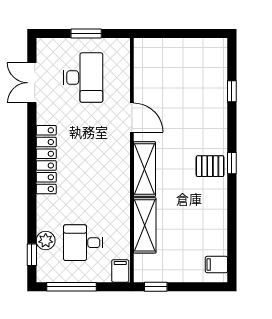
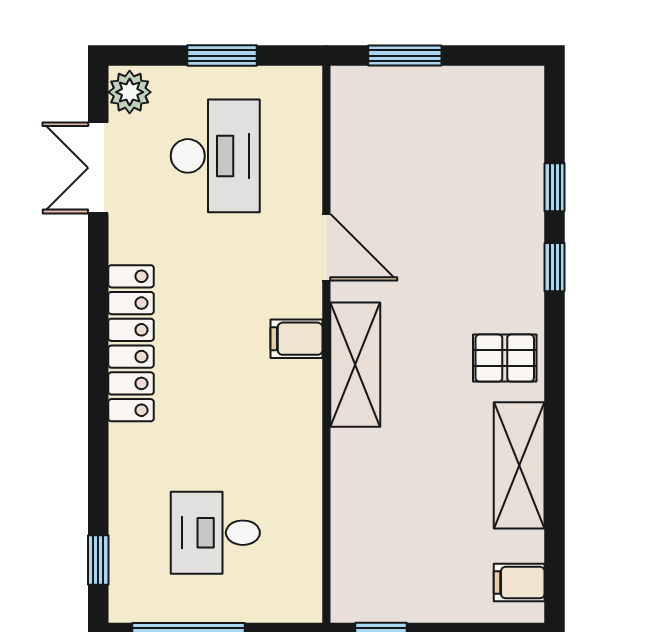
window: (166, 34) -> (405, 56), added
window: (232, 163) -> (555, 267), moved
shelving: (145, 225) -> (519, 465), moved
plant: (46, 241) -> (130, 92), moved
filing cabinet: (120, 271) -> (297, 339), moved, turned -90

